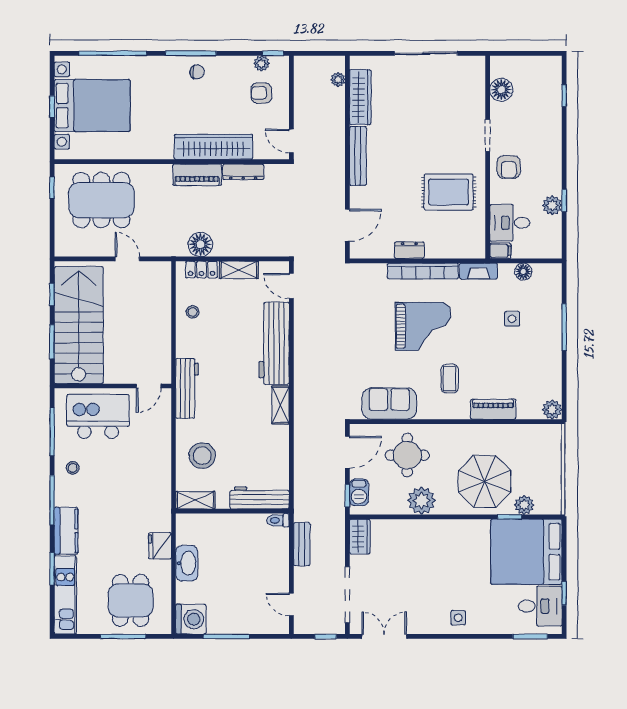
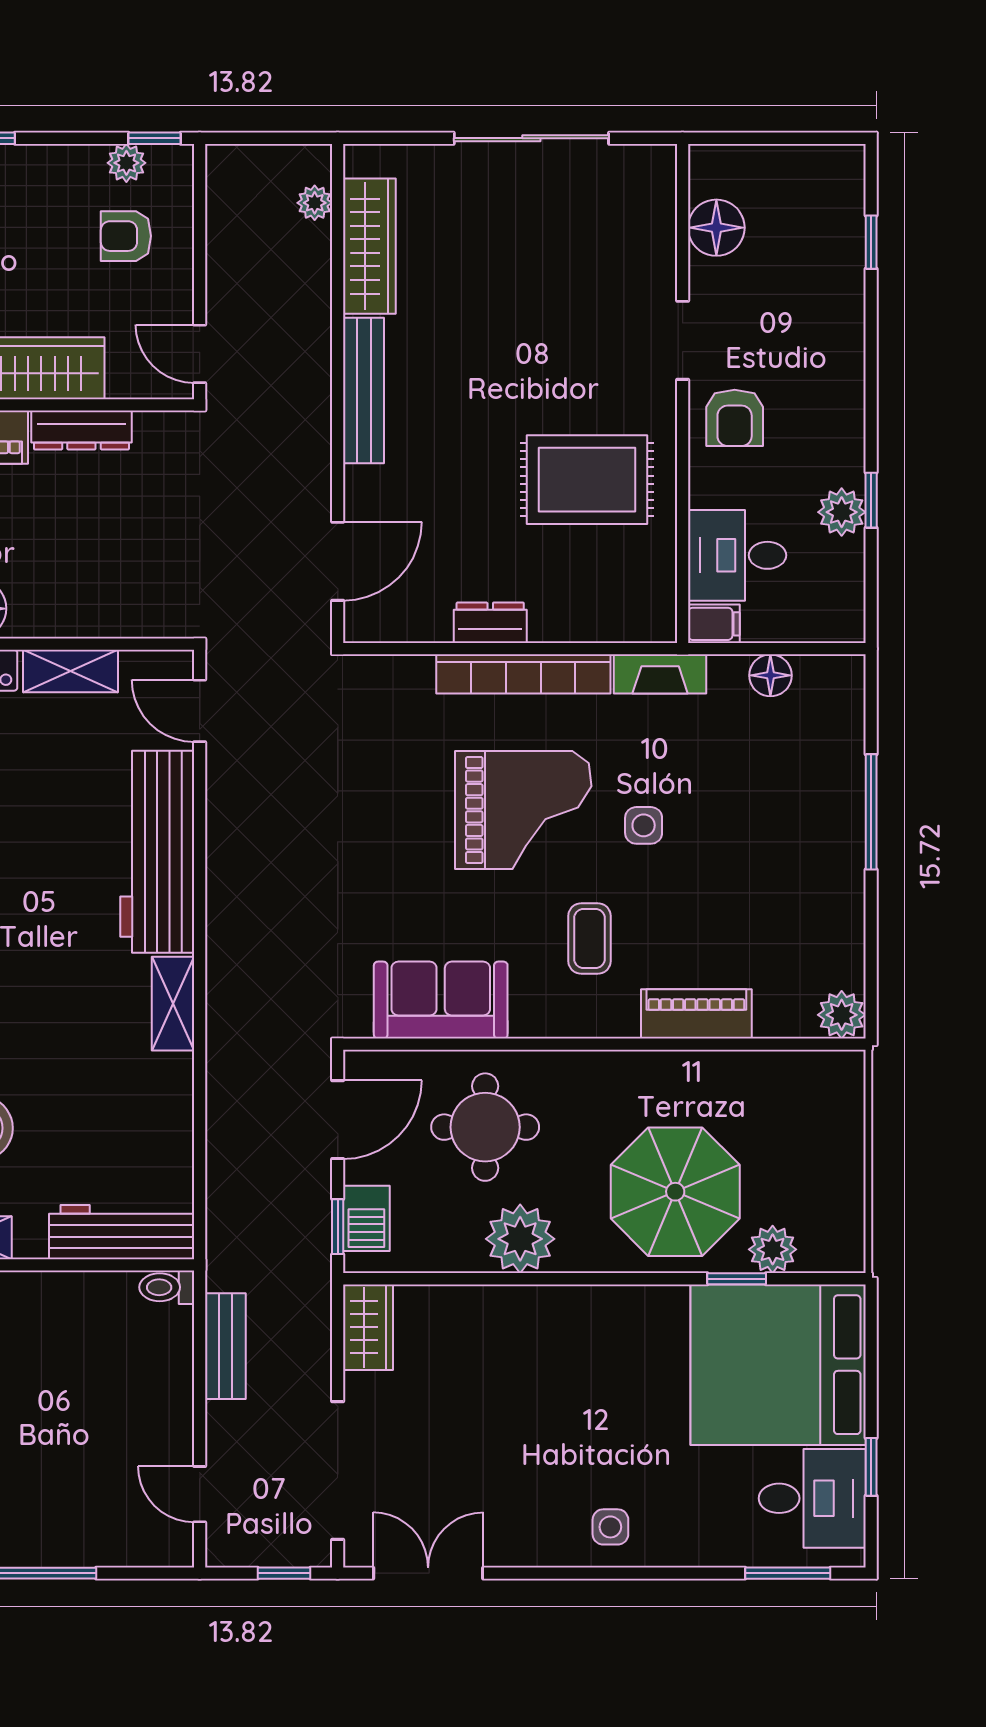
side table: (512, 319) -> (644, 825), moved

